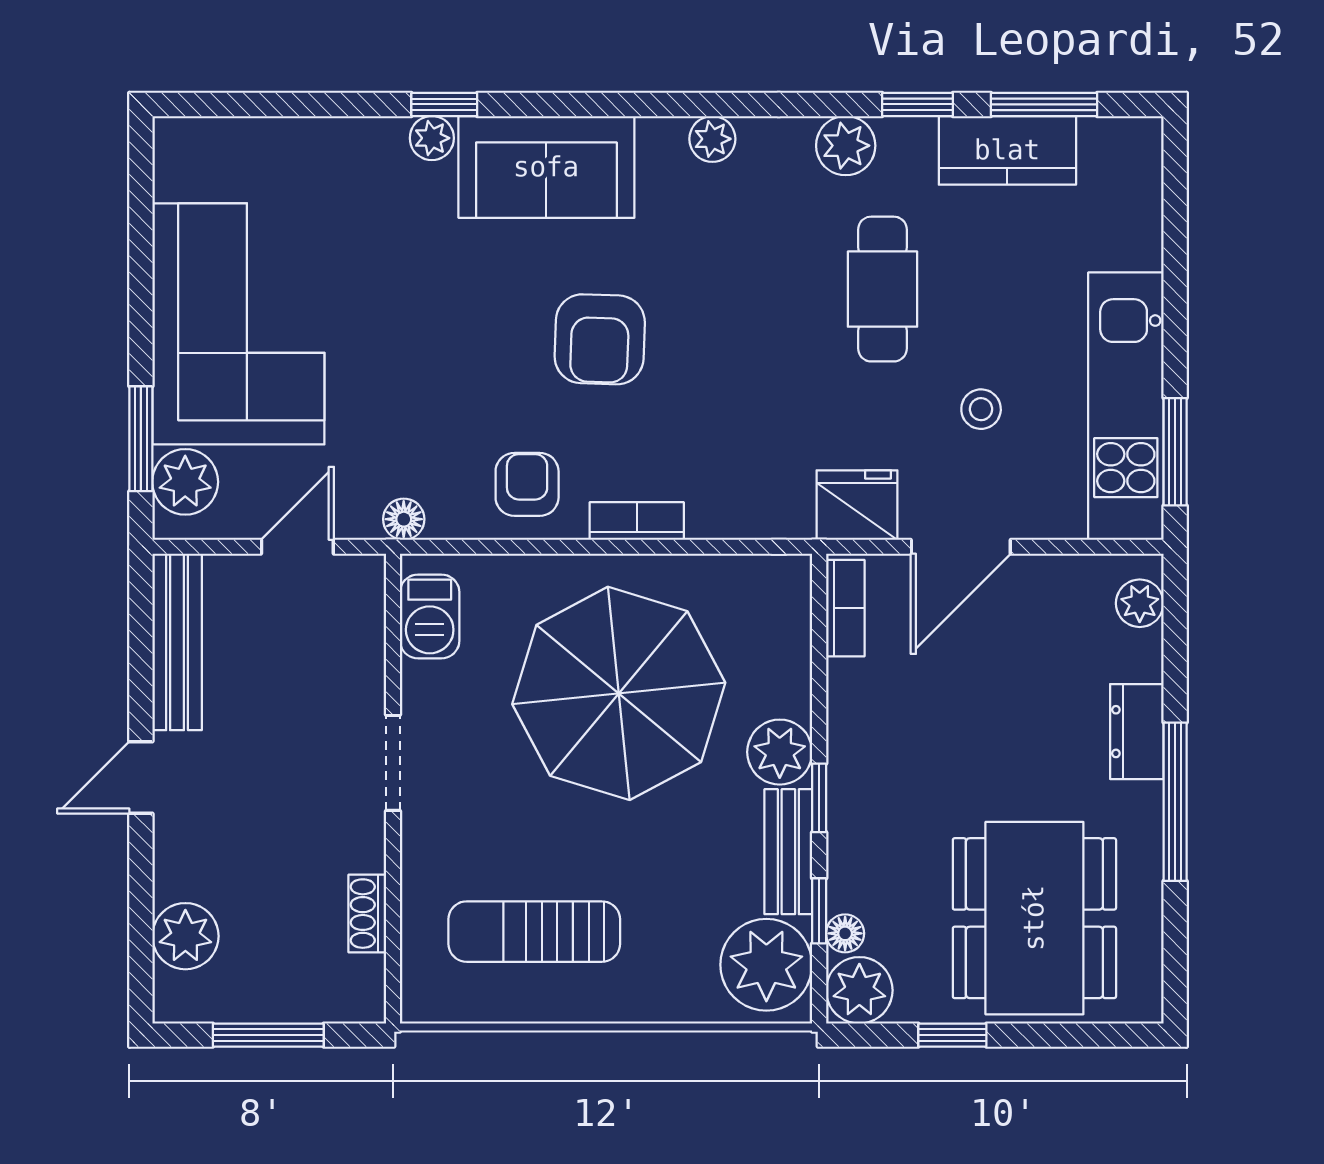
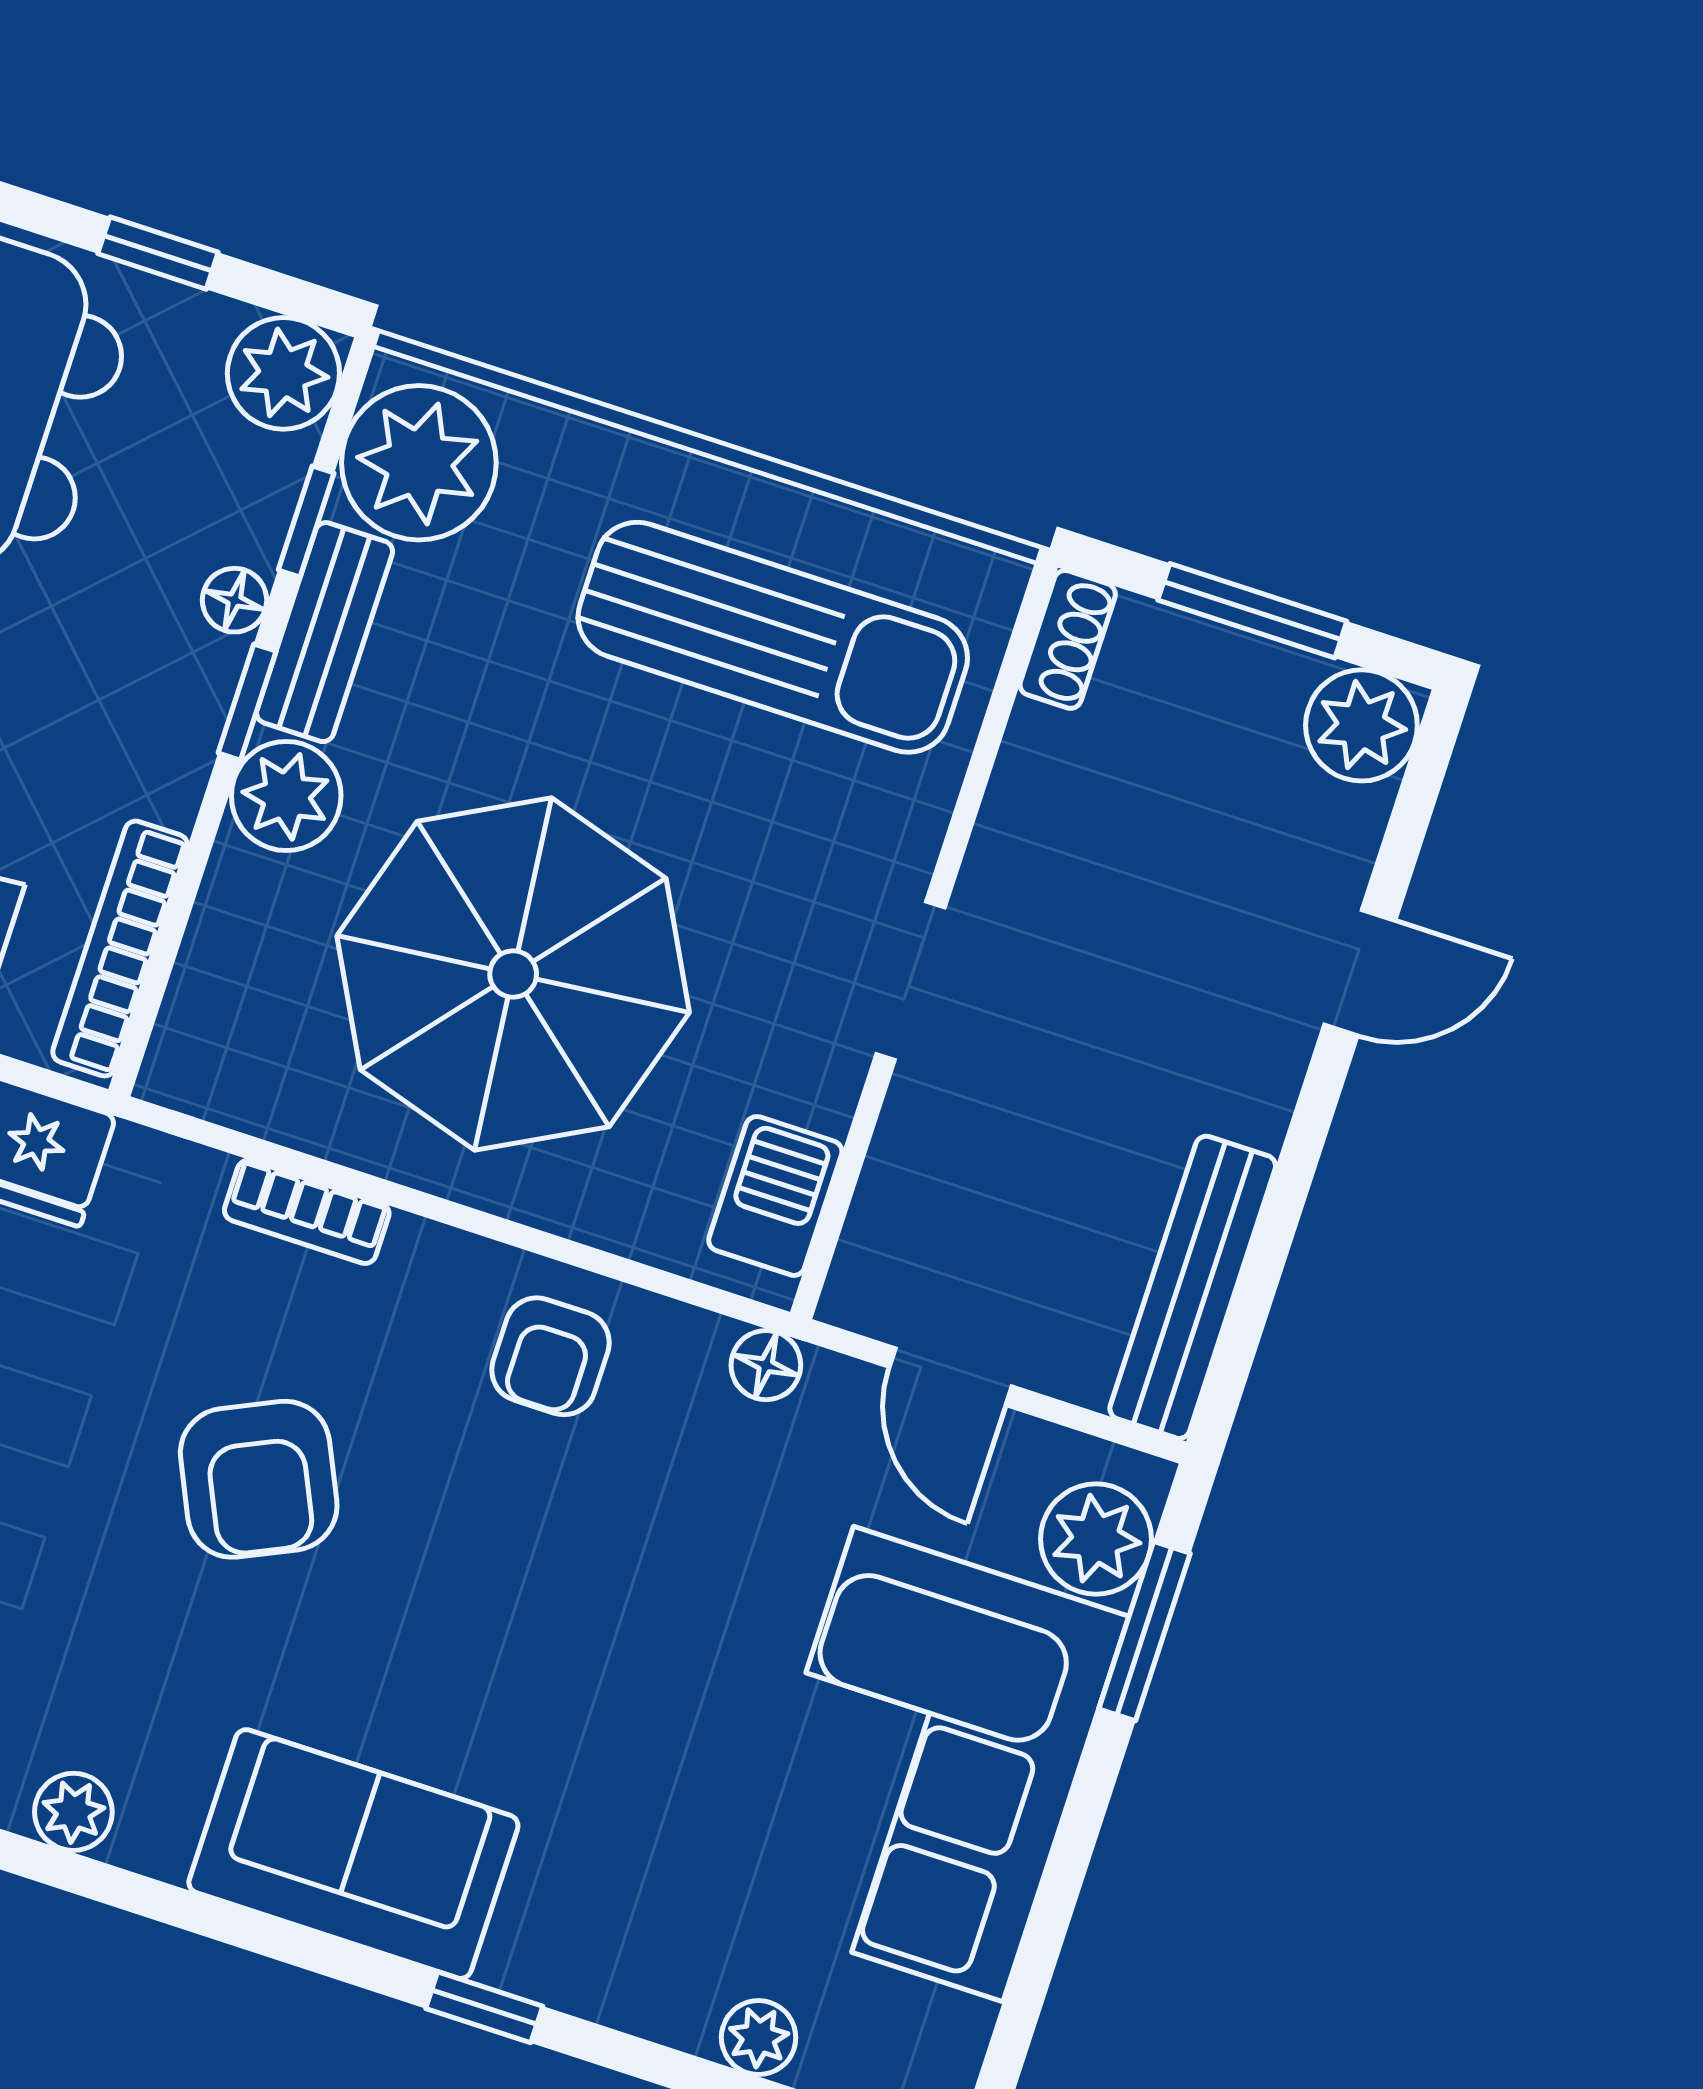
plant: (432, 138) -> (759, 2038), moved
armchair: (600, 339) -> (259, 1479), moved, turned 153
bookcase: (637, 521) -> (307, 1212), moved
door: (297, 547) -> (950, 1377), hinge flipped
bookcase: (845, 608) -> (120, 949), width x1.56
door: (141, 777) -> (1360, 973), moved
shoe rack: (367, 914) -> (1068, 639), moved
sun lounger: (534, 932) -> (773, 637), width x1.36, depth x1.34
floor lamp: (845, 933) -> (235, 600), moved
plant: (185, 936) -> (1361, 725), moved

